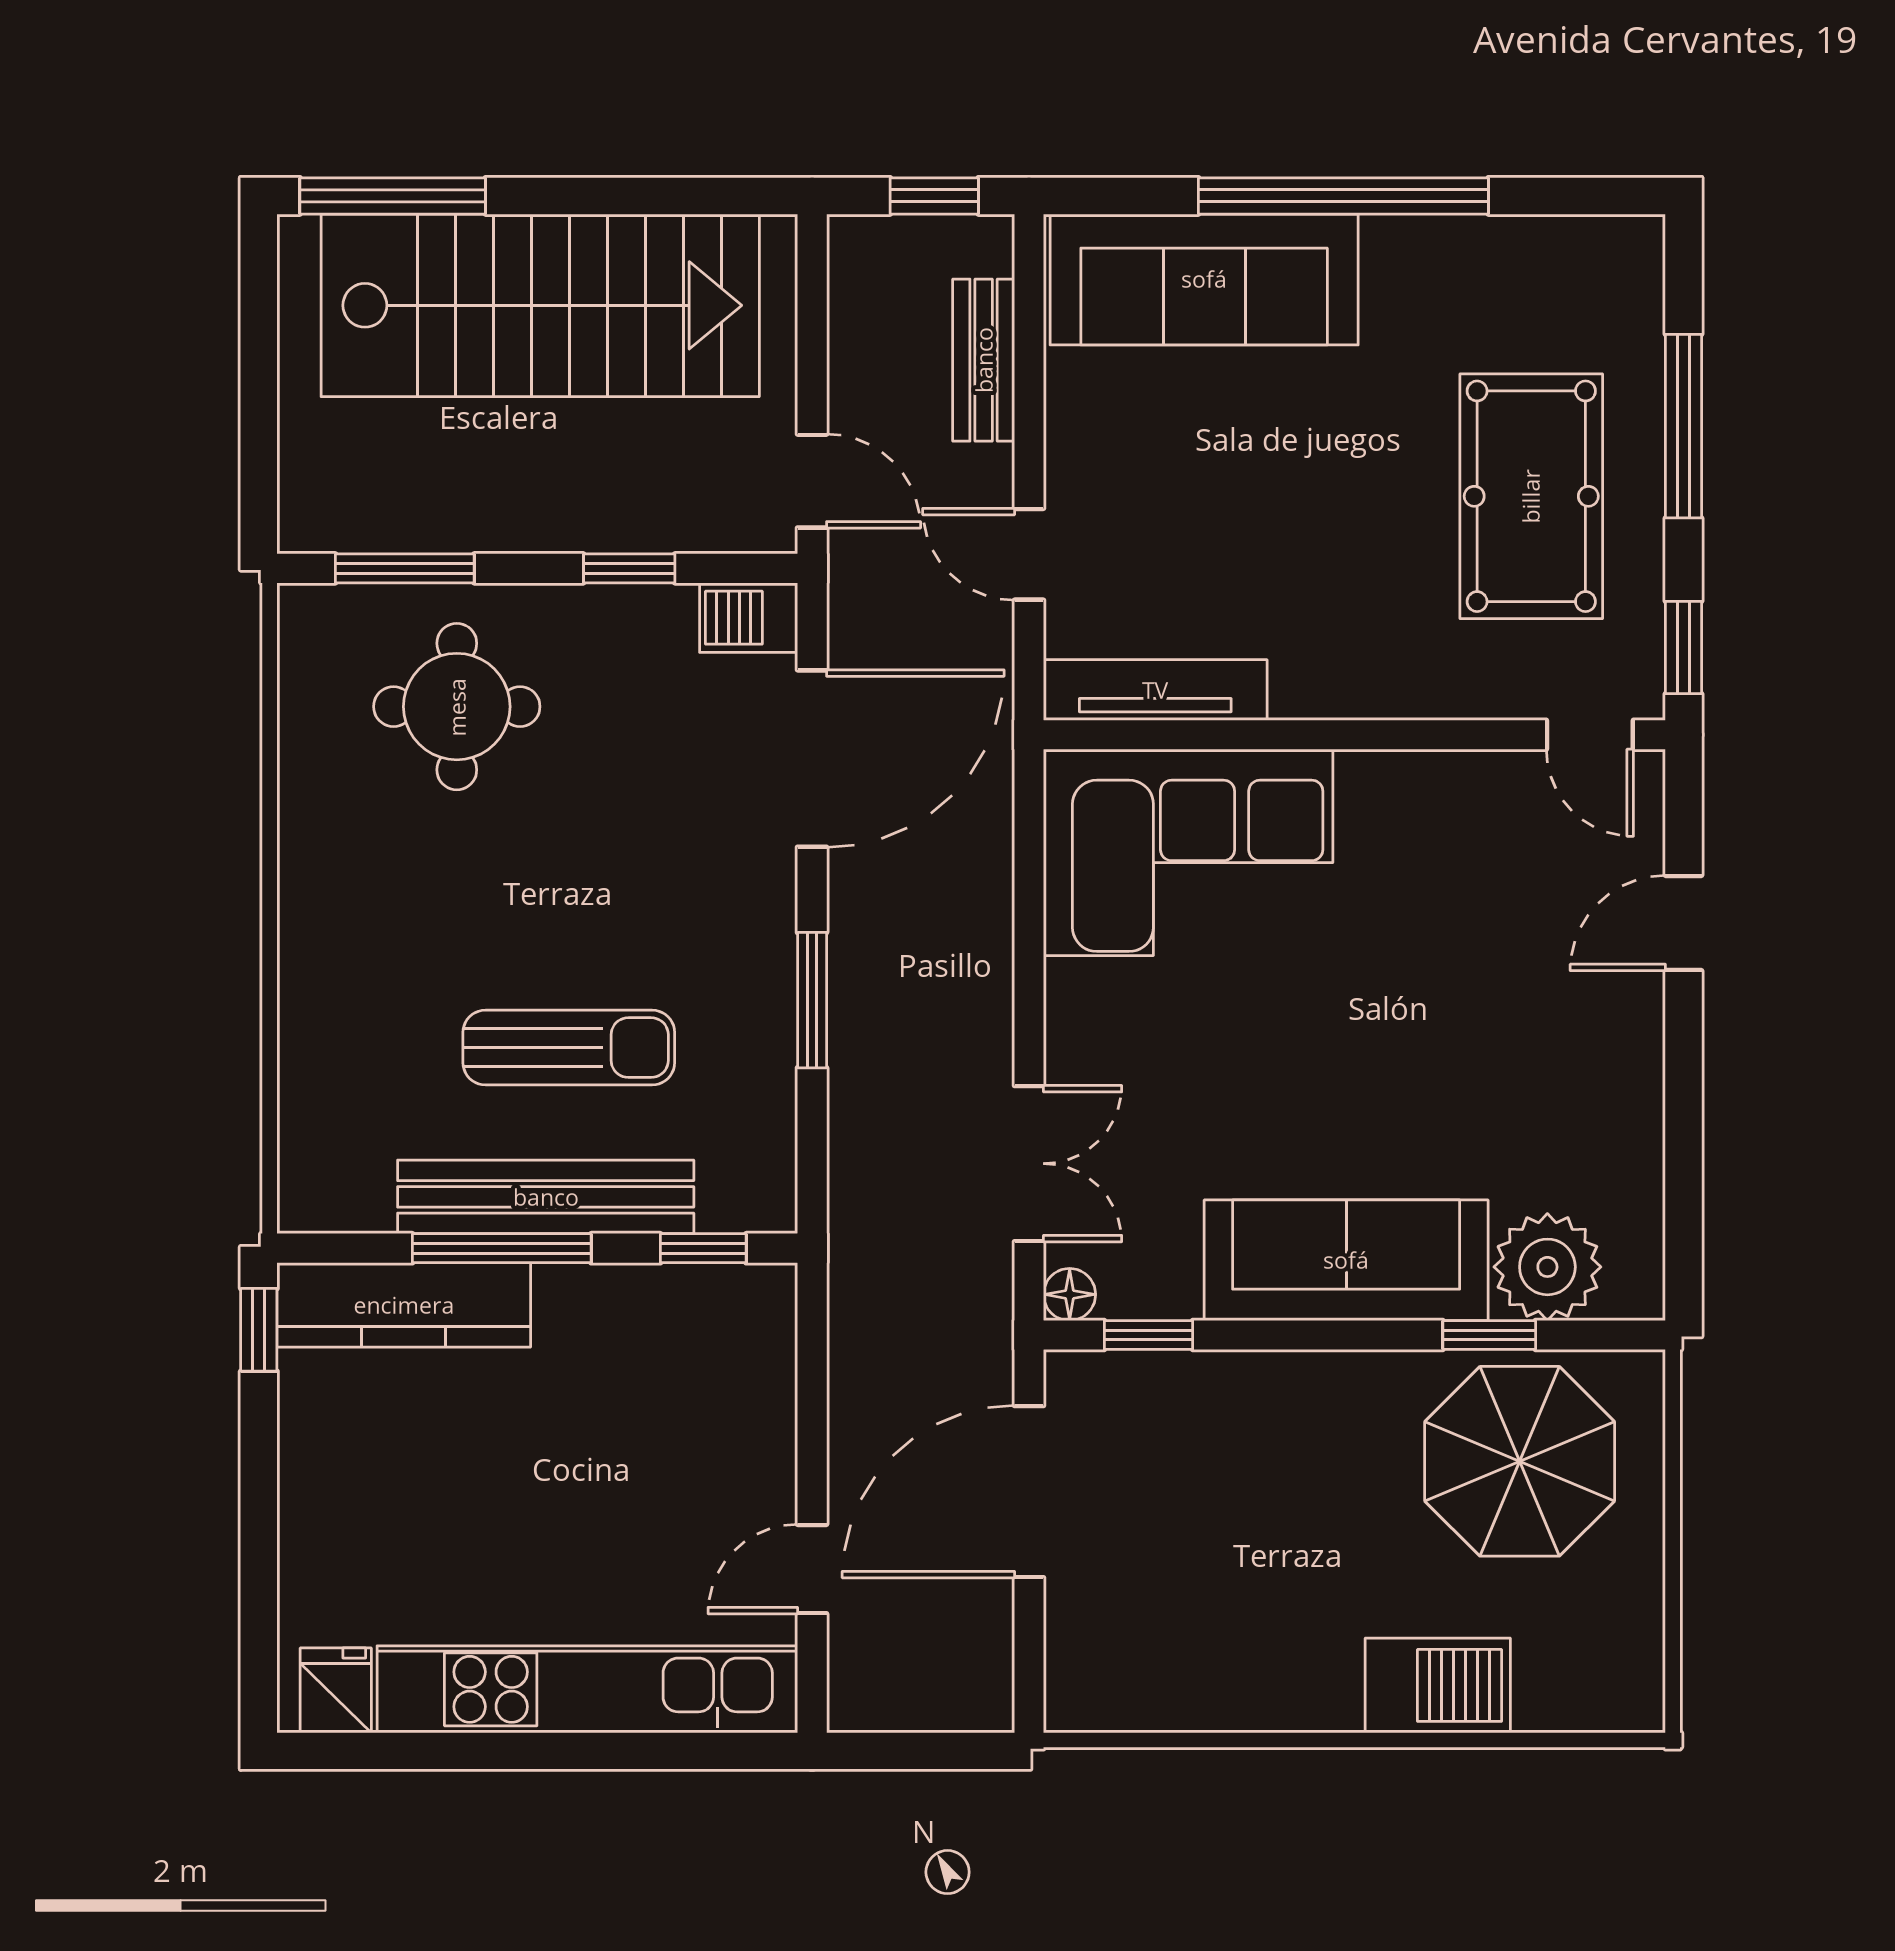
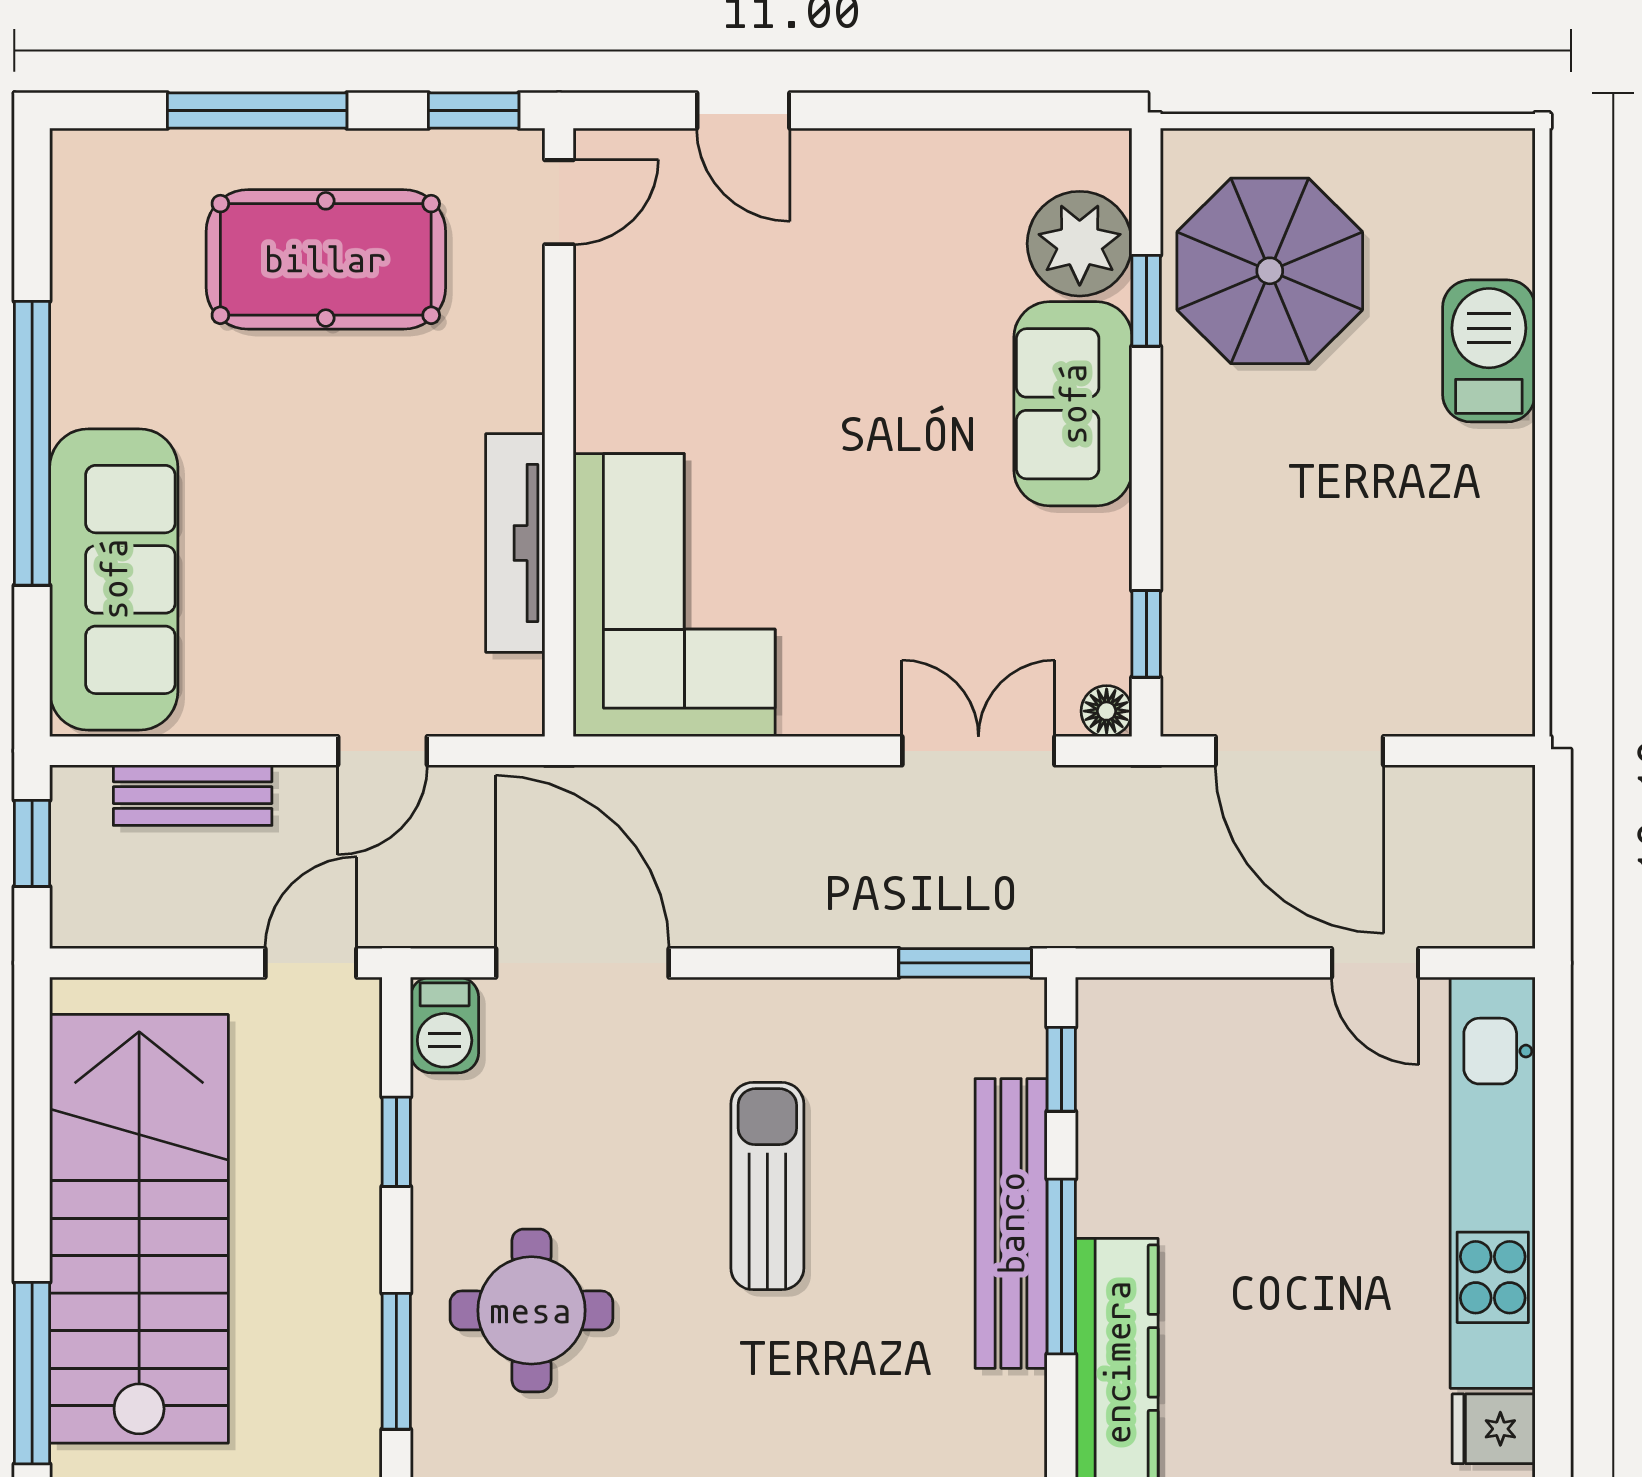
tv unit: (1155, 690) -> (515, 543), moved
window: (812, 1000) -> (965, 963), moved
sun lounger: (569, 1048) -> (767, 1186), moved
sofa: (1346, 1260) -> (1073, 404), width x0.73

